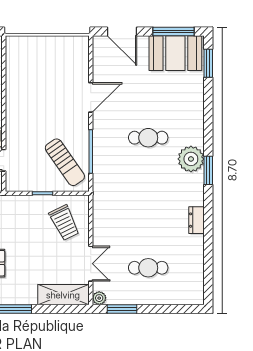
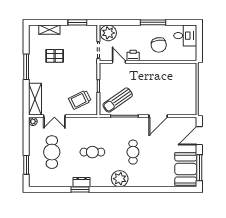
window: (208, 63) -> (179, 189), removed
door: (91, 97) -> (158, 116), hinge flipped
window: (208, 170) -> (80, 189), moved
cafe table: (148, 203) -> (92, 152), added
cafe table: (148, 268) -> (52, 152), width x1.37, depth x1.35
window: (122, 309) -> (26, 165), moved

